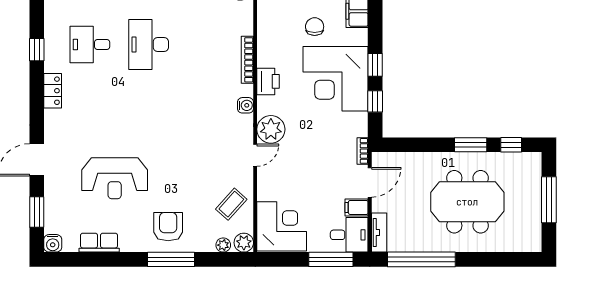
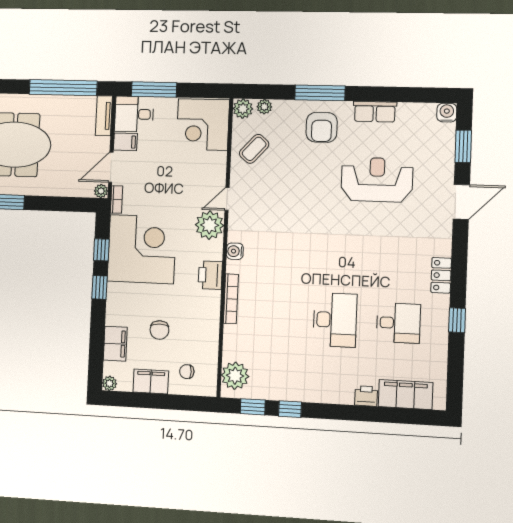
corner desk: (336, 79) -> (142, 249), moved
plant: (378, 159) -> (101, 191), added
row of seats: (99, 243) -> (375, 112), moved

